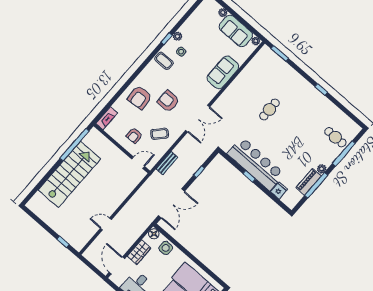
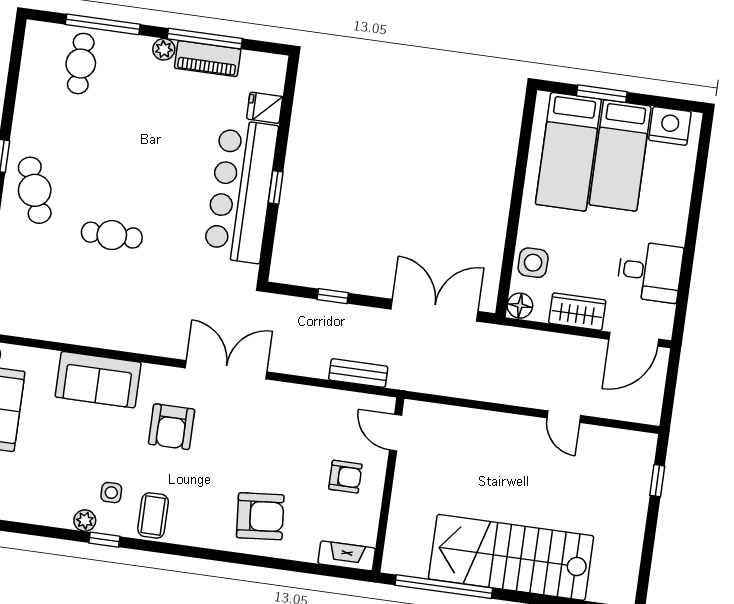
cafe table: (302, 93) -> (35, 190), added
armchair: (168, 101) -> (172, 427), moved
coffee table: (160, 134) -> (308, 427), removed

